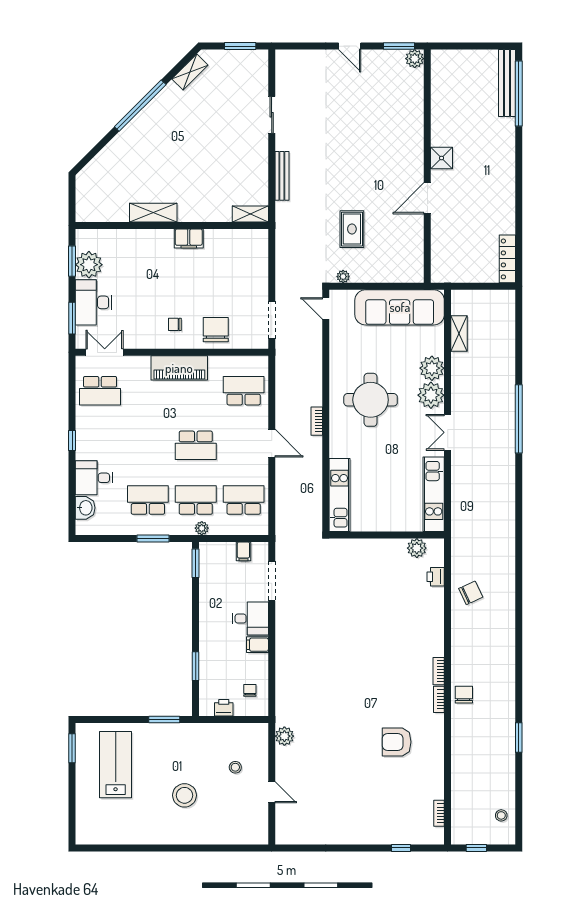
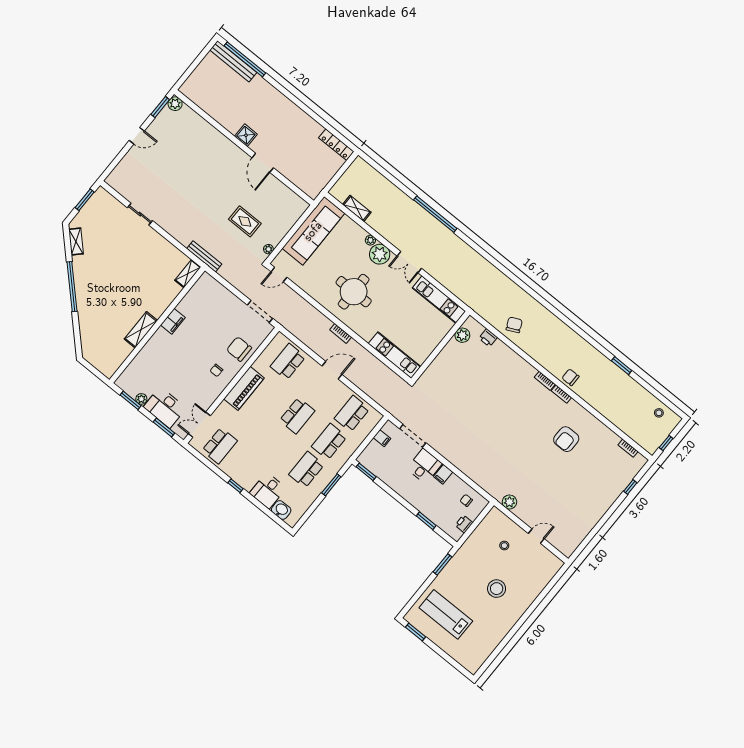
bench: (282, 176) -> (204, 256), moved
plant: (89, 265) -> (141, 399), width x0.53, depth x0.53
plant: (432, 368) -> (370, 240), width x0.53, depth x0.53
plant: (202, 528) -> (348, 452), removed

